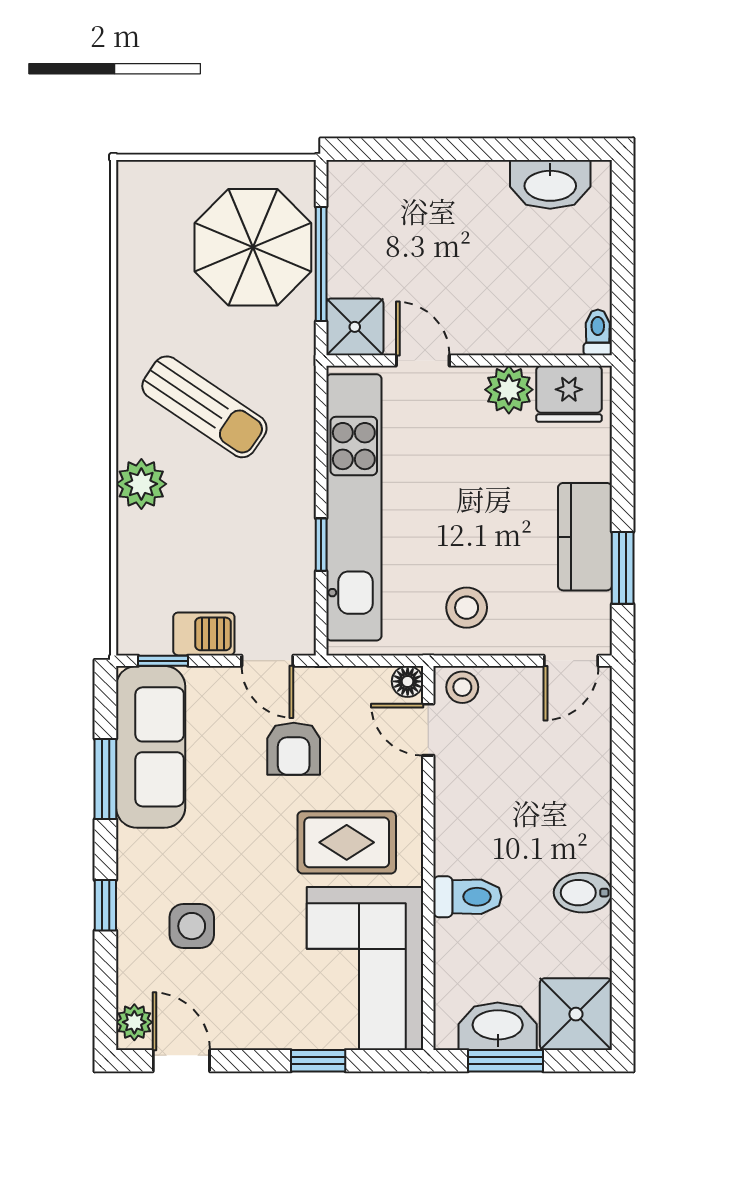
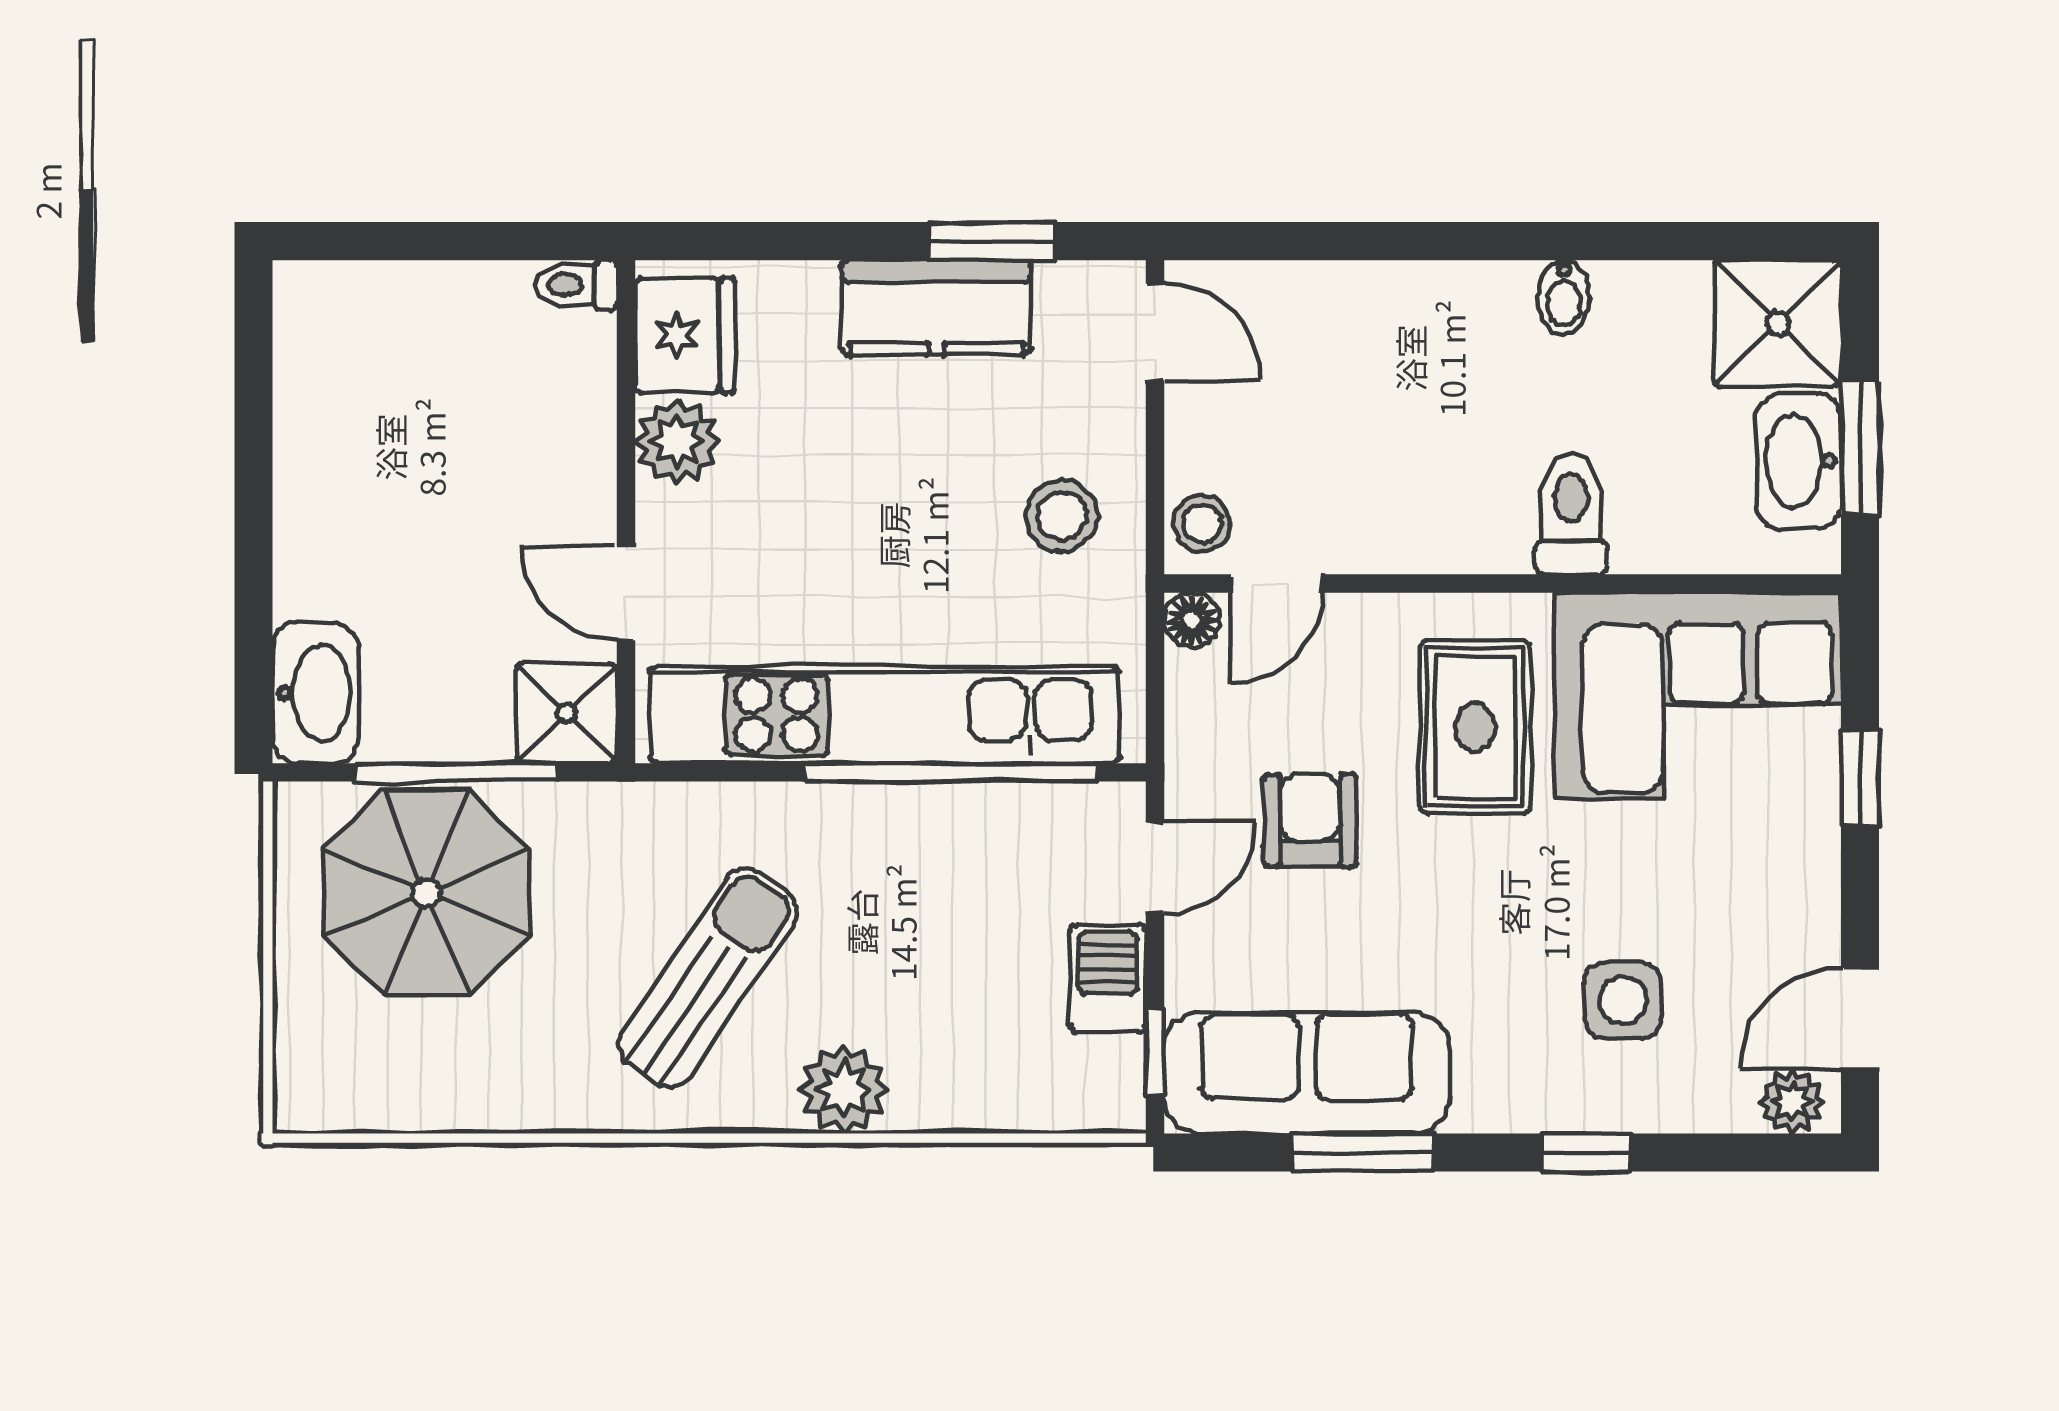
washbasin: (550, 184) -> (315, 693), moved
door: (423, 361) -> (626, 593), hinge flipped
window: (321, 545) -> (950, 772), width x3.17
armchair: (294, 749) -> (1310, 821), turned -90
bidet: (583, 893) -> (1564, 298), width x0.72, depth x0.74

